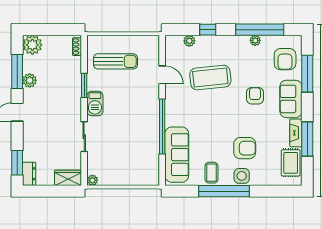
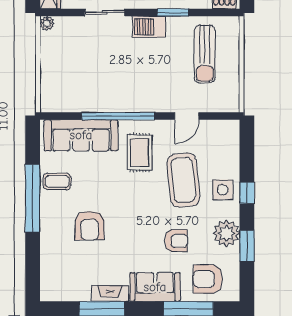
window: (208, 30) -> (247, 193), moved
window: (260, 30) -> (247, 246), width x0.47
plant: (255, 40) -> (226, 233), width x1.88, depth x1.88
plant: (189, 41) -> (232, 152), removed
armchair: (255, 96) -> (176, 241), moved
rug: (291, 163) -> (139, 153), moved, turned 90
side table: (242, 176) -> (223, 190), moved

